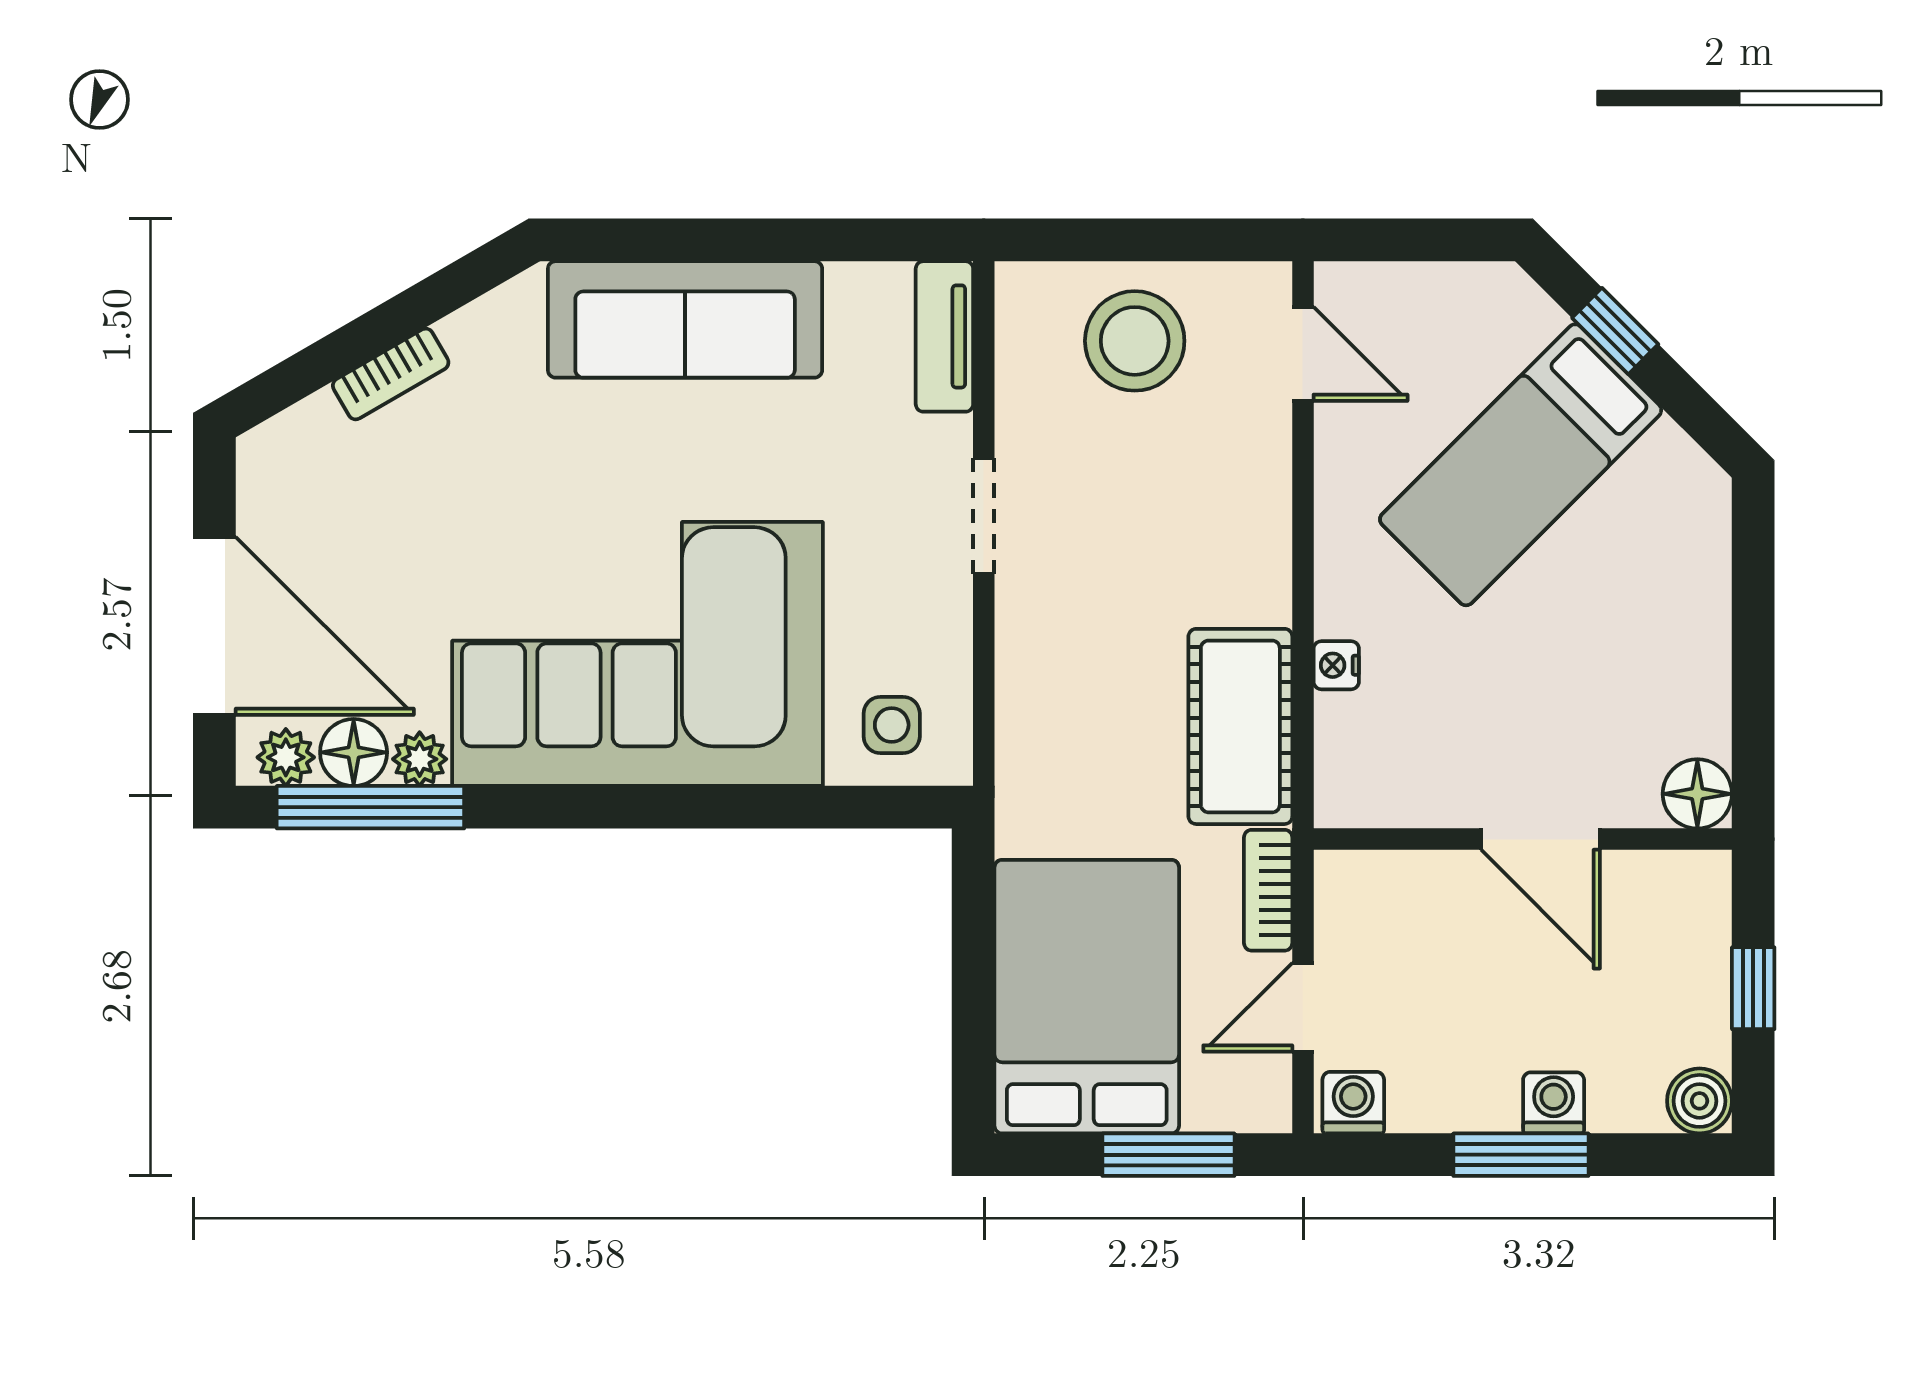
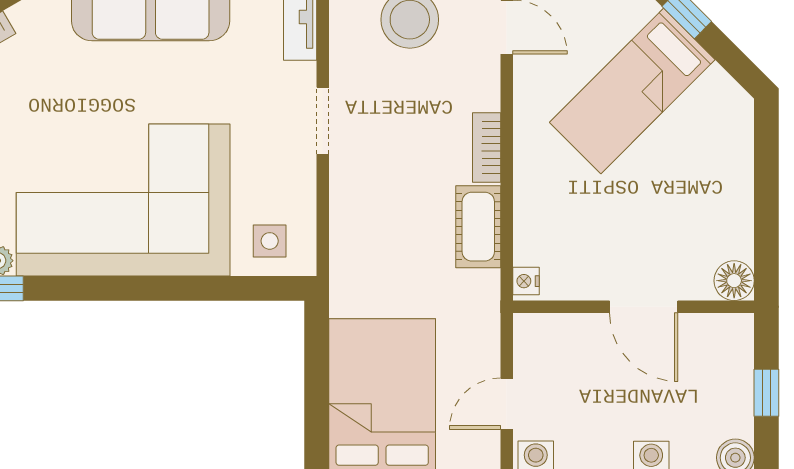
nightstand: (1336, 665) -> (526, 281), moved
cot: (1240, 726) -> (478, 227), width x0.73, depth x0.75
bookcase: (1268, 890) -> (487, 147), moved

